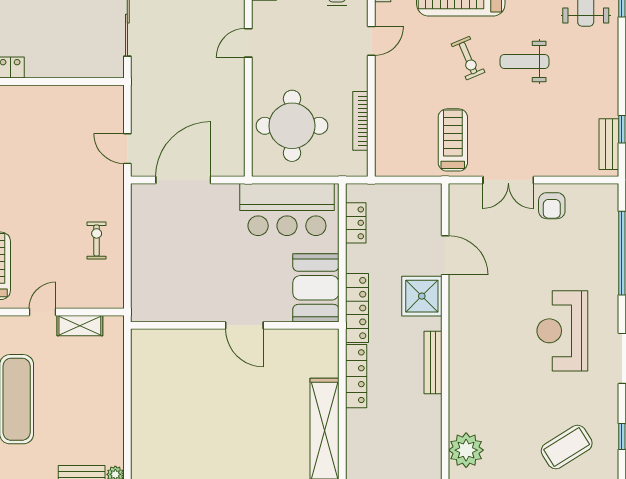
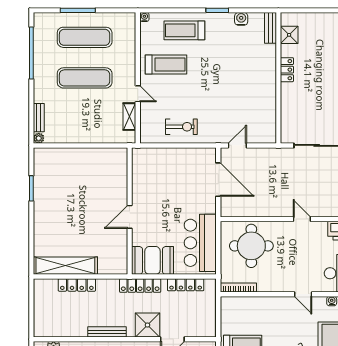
bookcase: (360, 121) -> (238, 288), moved
locker: (356, 223) -> (186, 285), width x1.53
exercise bike: (97, 241) -> (181, 127), width x1.38, depth x1.39
locker: (356, 376) -> (77, 285), moved

